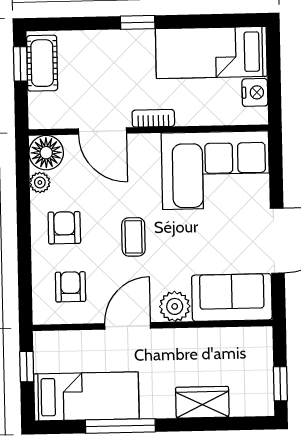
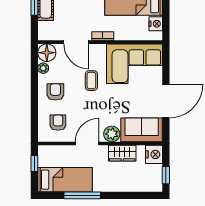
coffee table: (133, 237) -> (91, 81), moved
nightstand: (257, 344) -> (154, 154), added
wardrobe: (202, 402) -> (122, 153), moved, turned 180

